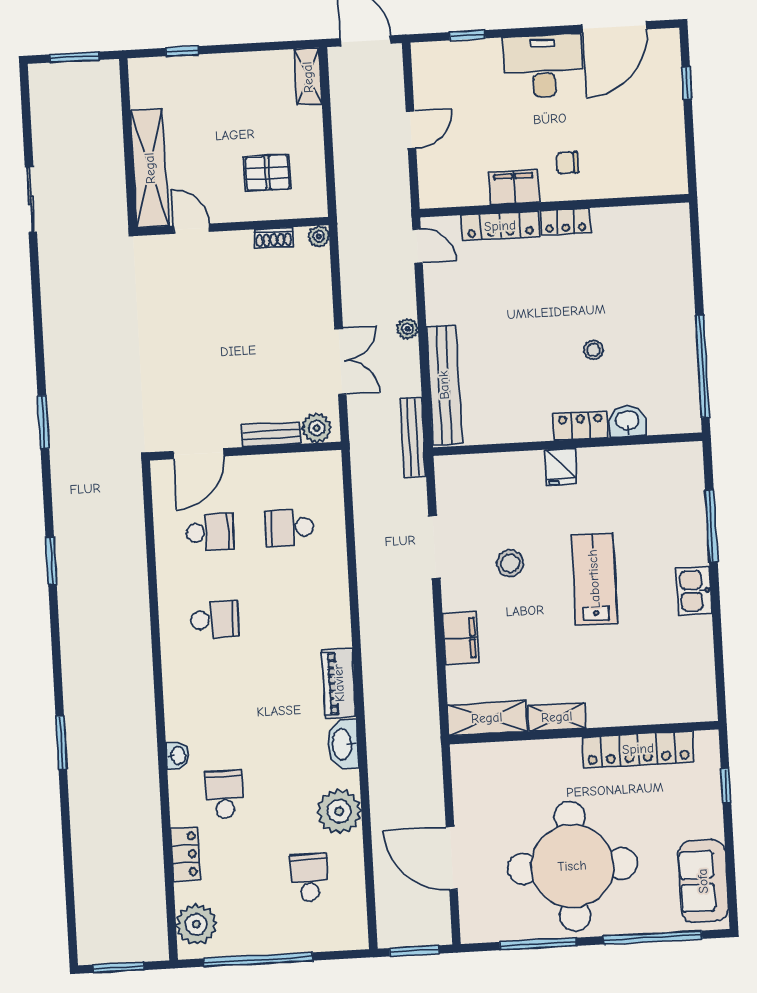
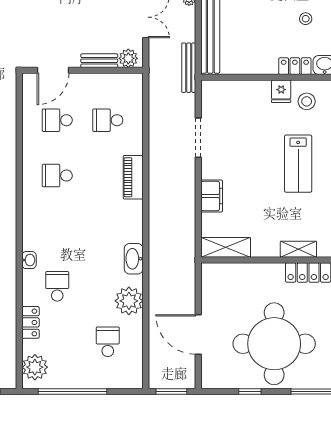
school desk: (210, 532) -> (57, 120), turned 180
stool: (510, 563) -> (307, 101), moved
lab bench: (594, 579) -> (298, 164), turned 180
school desk: (215, 620) -> (57, 176), turned 180
piano: (339, 683) -> (133, 177), moved
shelving: (557, 717) -> (298, 249), moved
window: (538, 944) -> (250, 392), width x0.46

